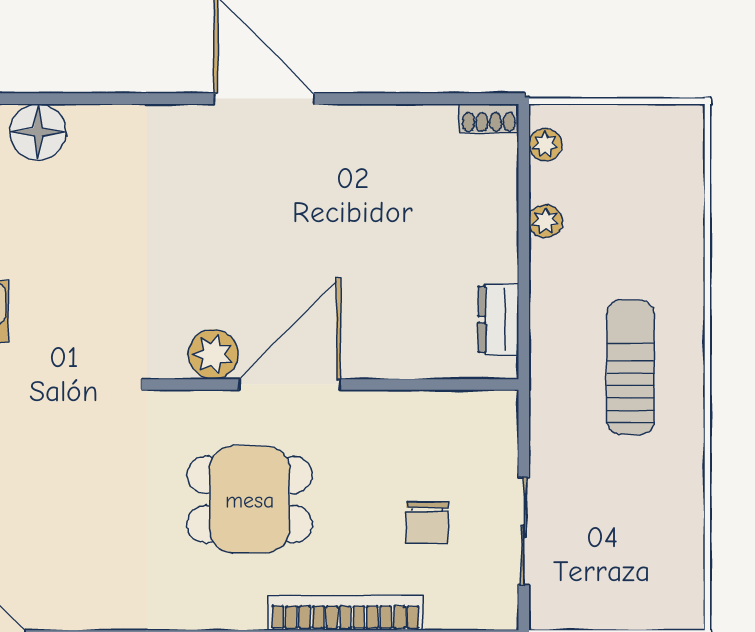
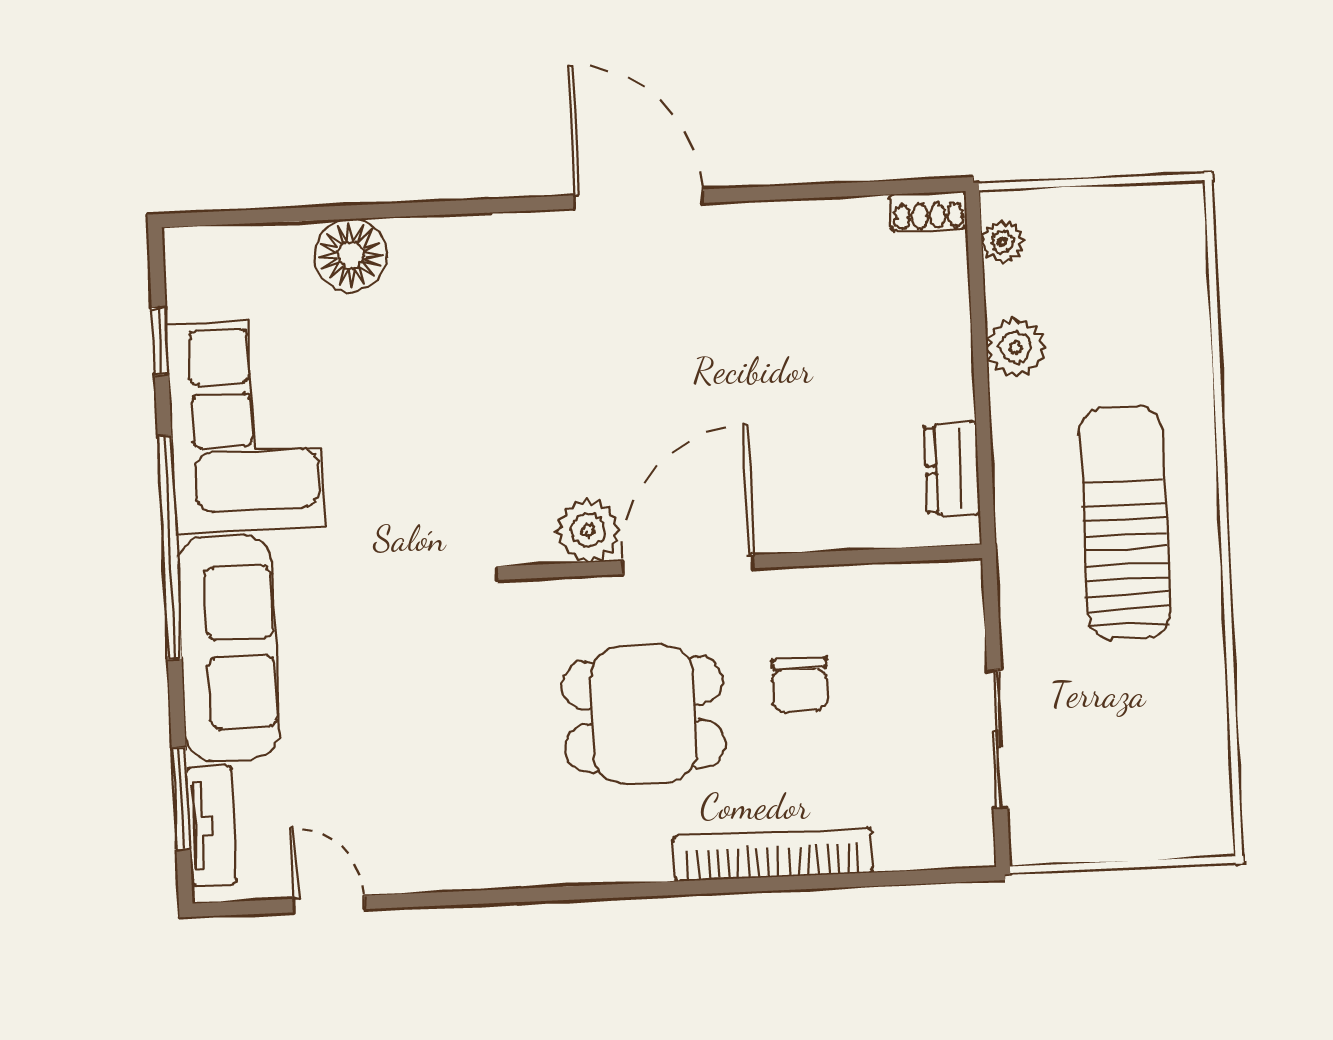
plant: (546, 221) -> (1016, 348), width x1.38, depth x1.38
sun lounger: (631, 367) -> (1125, 523), width x1.36, depth x1.34
chair: (427, 522) -> (800, 685), moved

